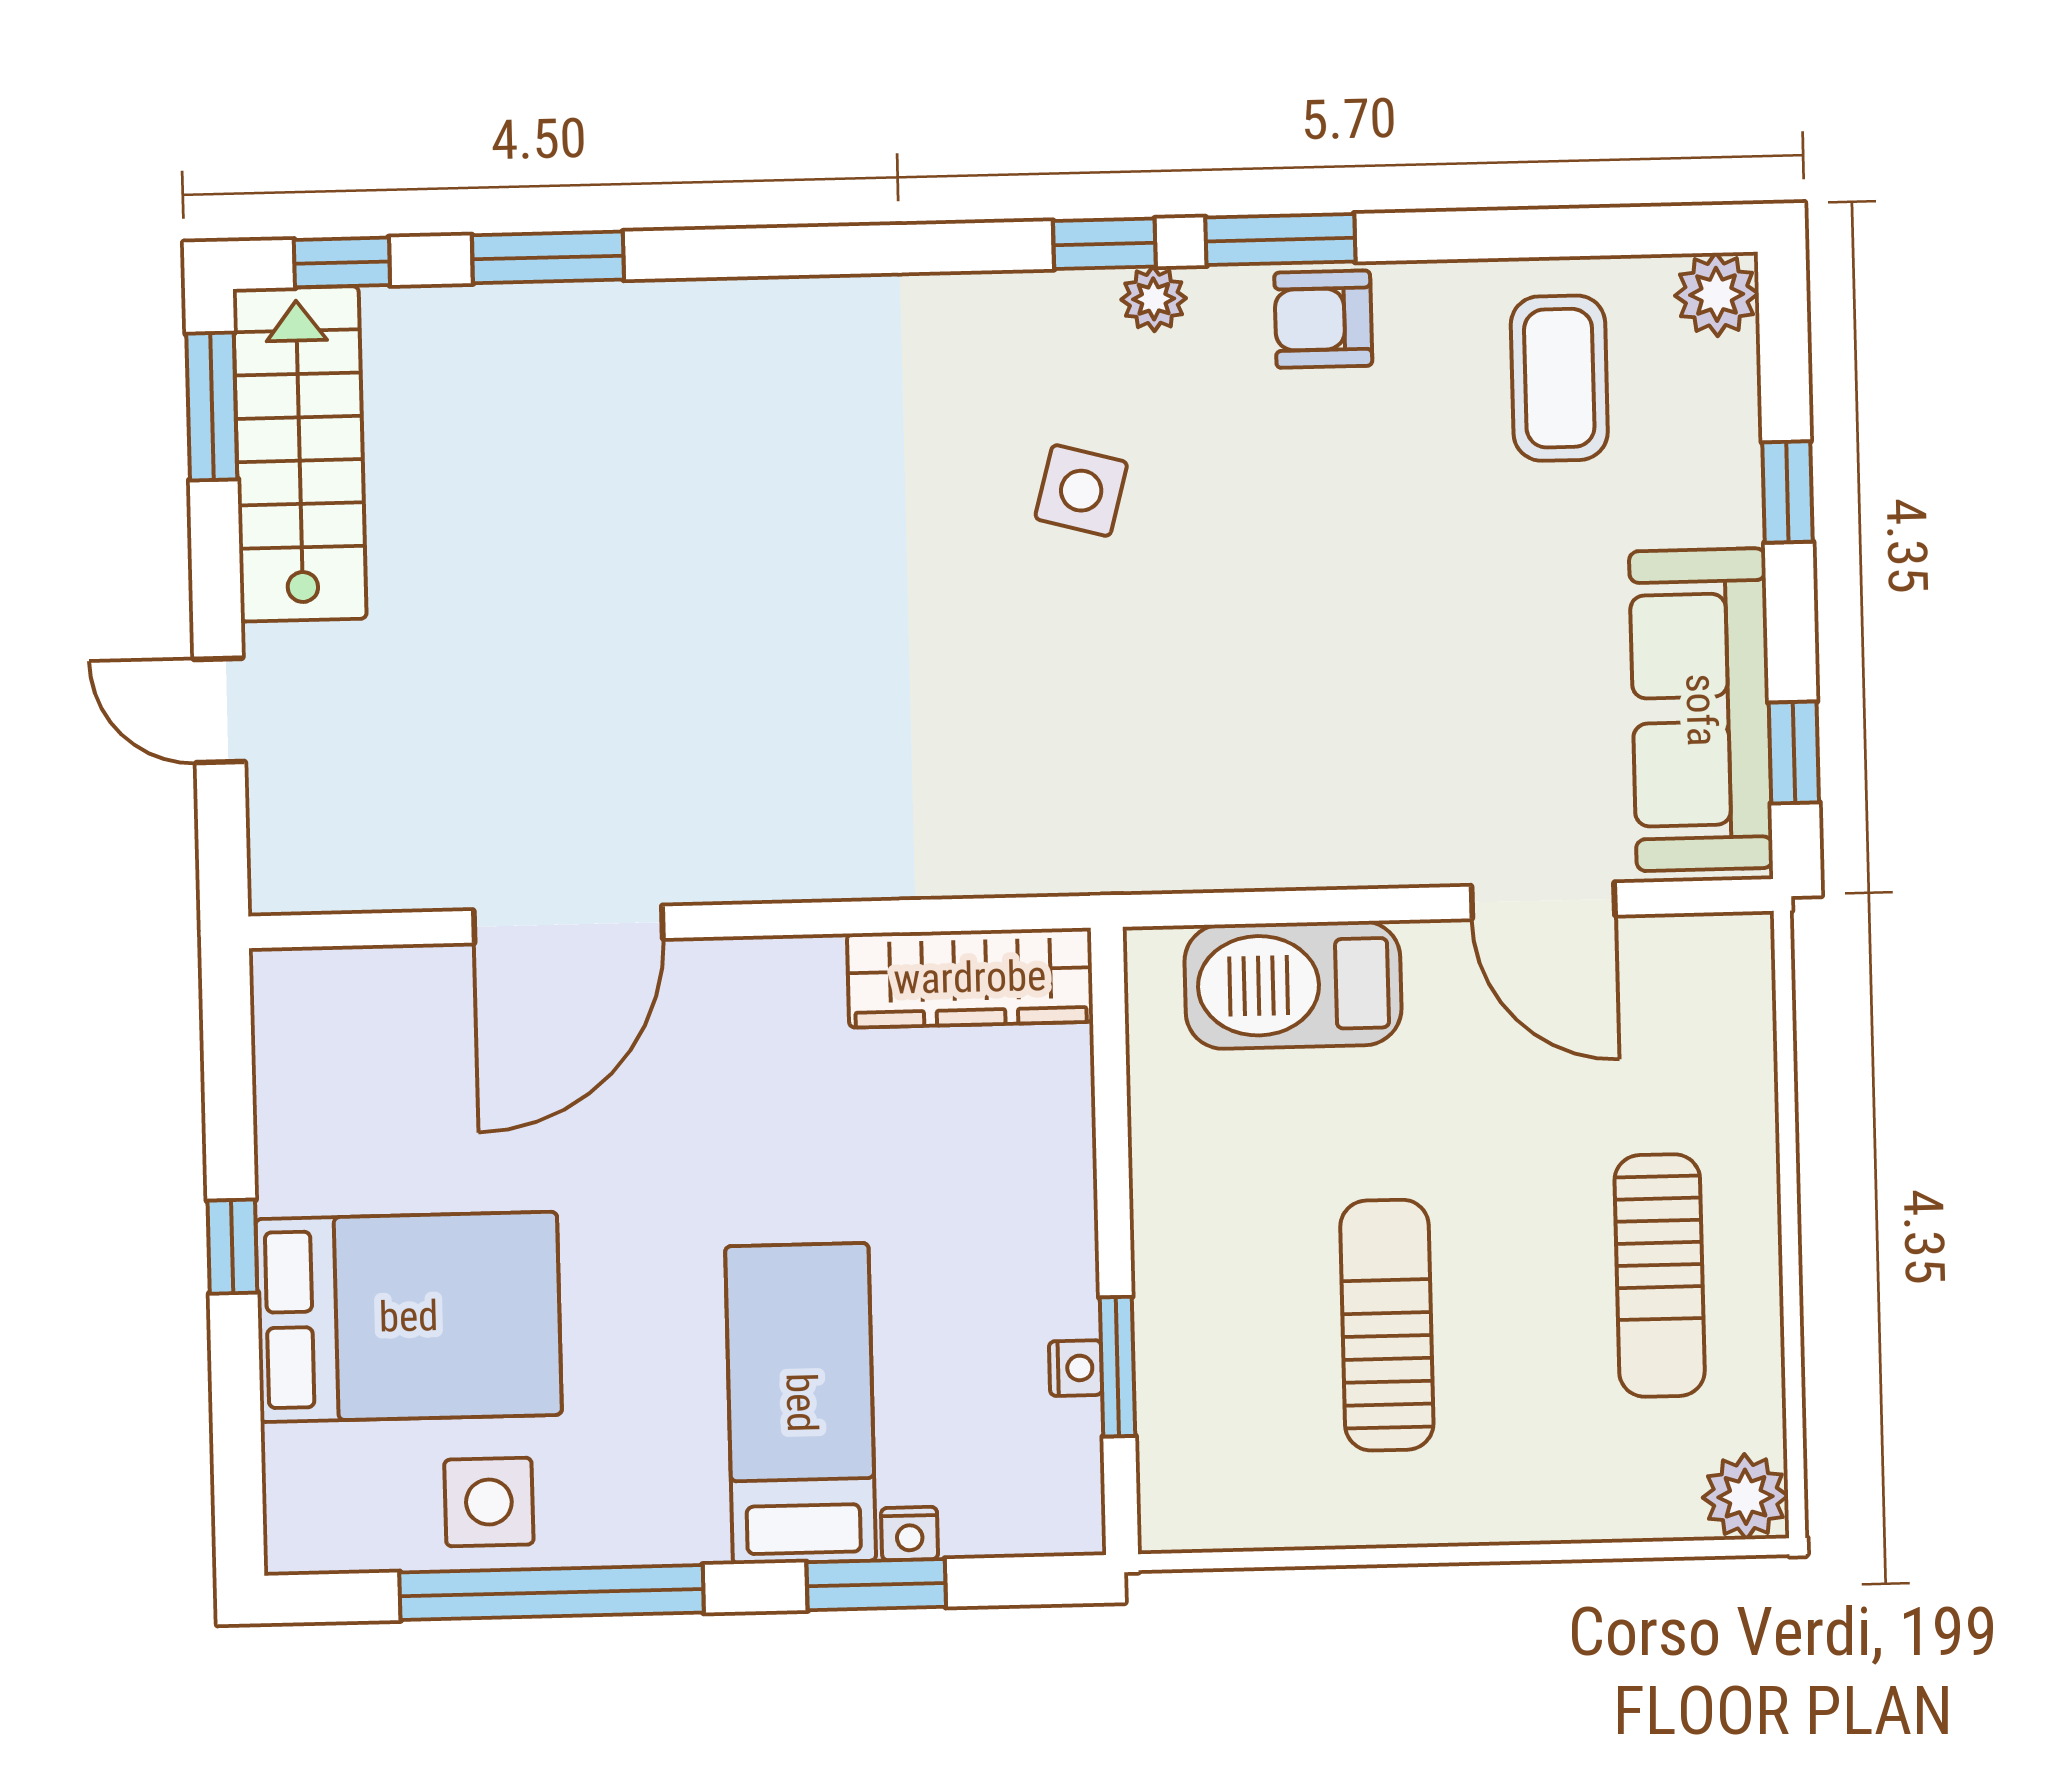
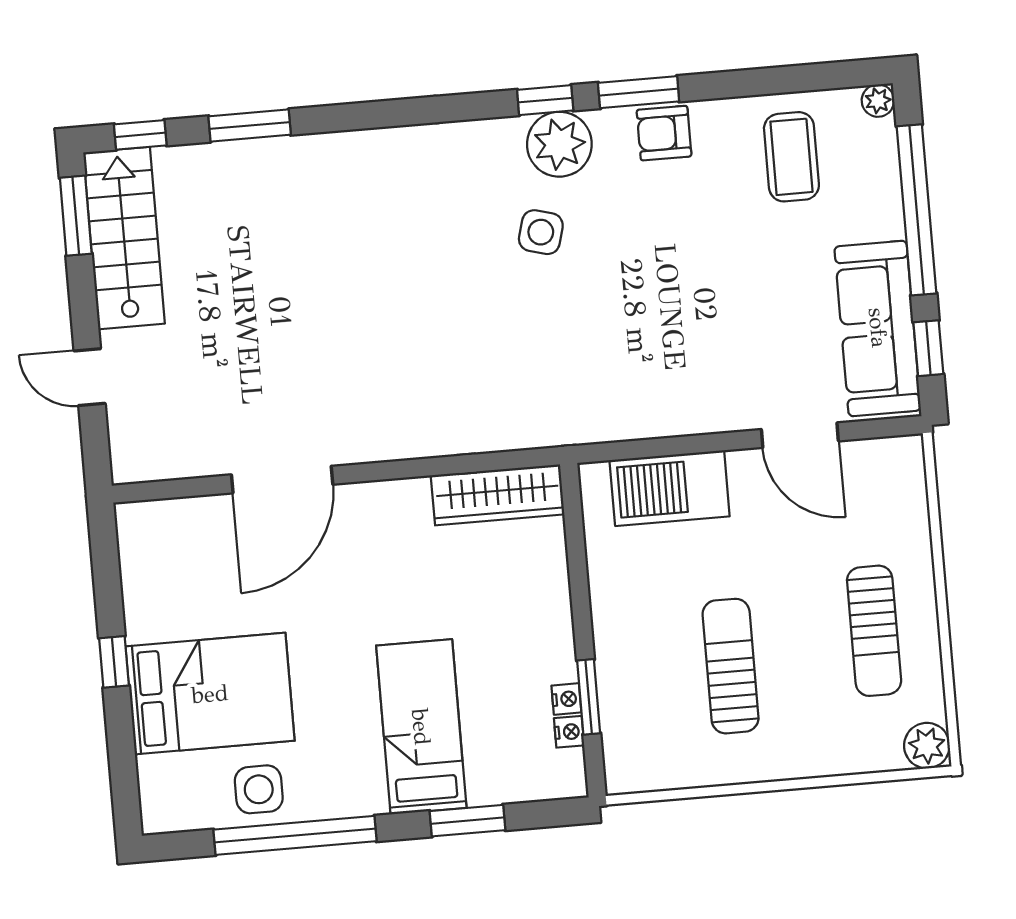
plant: (1717, 294) -> (878, 101), width x0.73, depth x0.73
plant: (1154, 299) -> (559, 144), width x1.88, depth x1.88
window: (1788, 492) -> (917, 210), width x3.17
nightstand: (910, 1534) -> (569, 732), moved, turned -90

